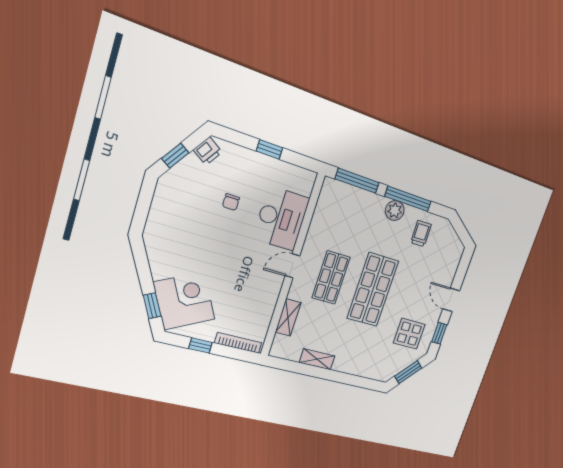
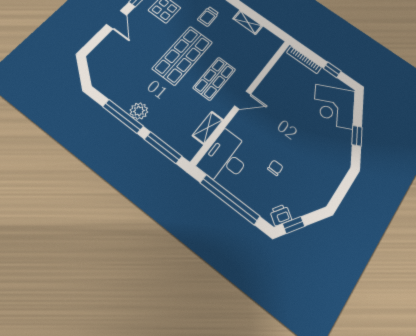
window: (269, 149) -> (230, 199), width x3.17
window: (175, 156) -> (294, 225), moved
desk: (281, 218) -> (226, 158), moved
trolley: (421, 234) -> (208, 16), moved
window: (152, 306) -> (357, 136), moved
shelving: (288, 317) -> (208, 128), moved

